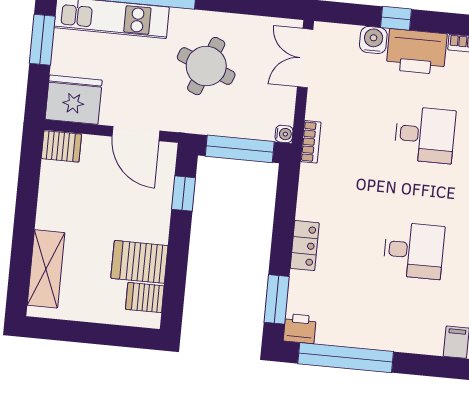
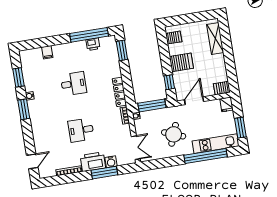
window: (396, 18) -> (104, 173), width x2.17
fridge: (74, 100) -> (226, 104), width x0.53, depth x0.75
door: (136, 134) -> (194, 101), hinge flipped
locker: (305, 246) -> (119, 92), moved, width x1.53
desk: (414, 250) -> (73, 84), turned 180
server rack: (139, 262) -> (181, 62), moved
printer: (300, 329) -> (93, 44), moved

